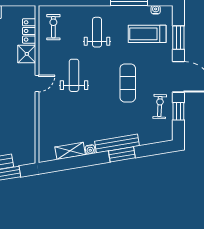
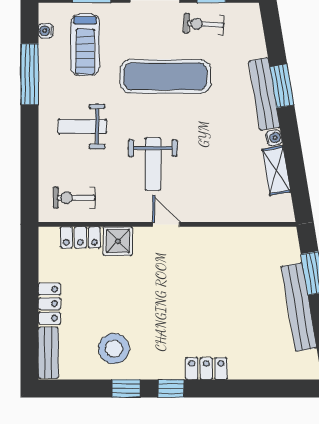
weight bench: (74, 75) -> (153, 164), turned -90
exercise mat: (128, 83) -> (165, 76), width x1.36, depth x1.45

